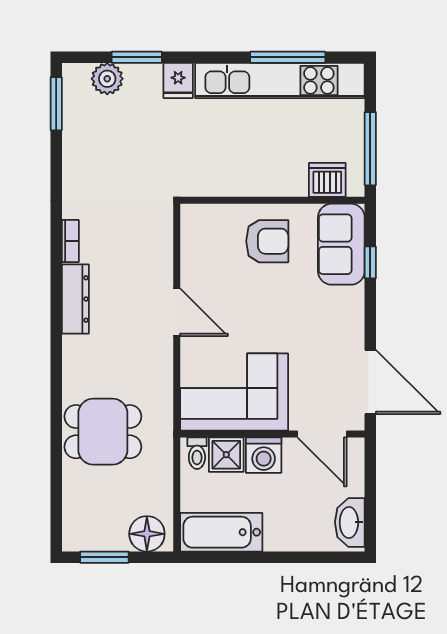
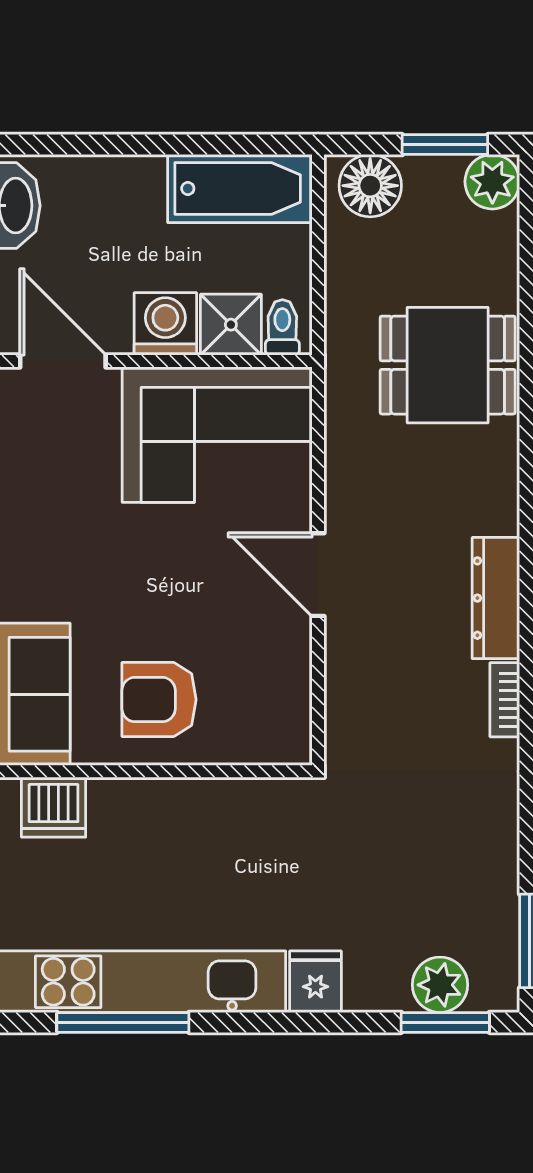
window: (137, 57) -> (445, 1022), moved
plant: (77, 536) -> (492, 182), added

